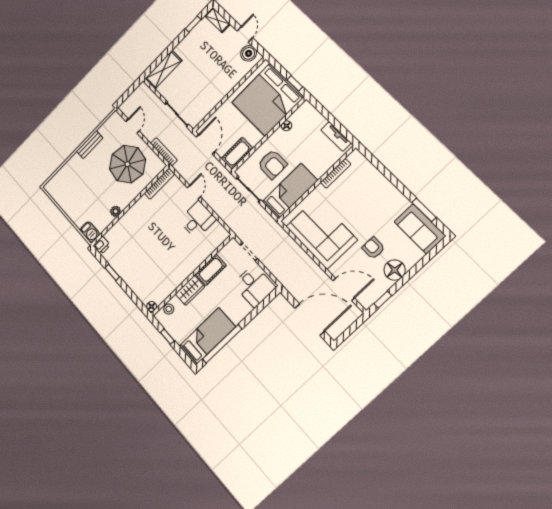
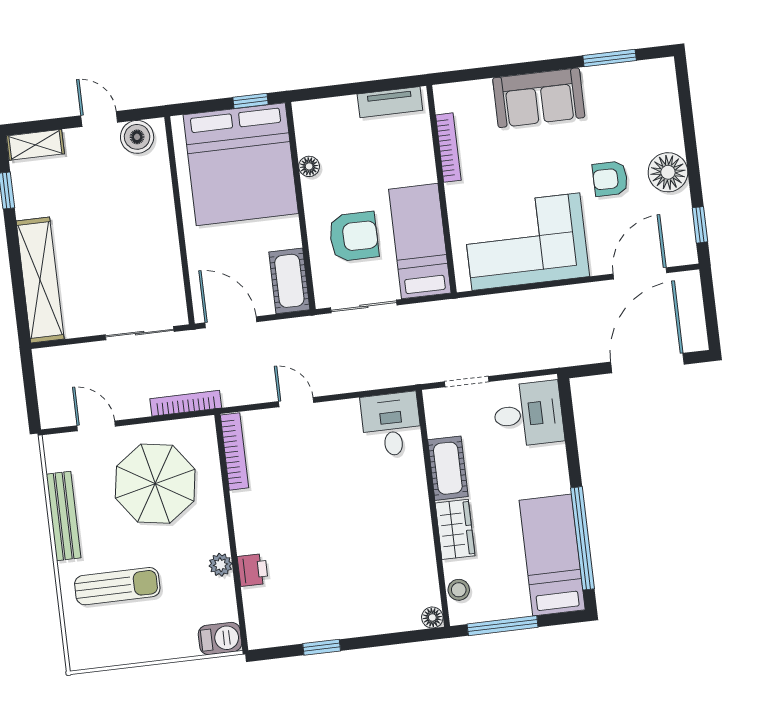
shelving: (163, 70) -> (40, 280), width x1.47
bench: (90, 145) -> (64, 516), width x1.36
sun lounger: (82, 180) -> (117, 586), added
desk: (197, 220) -> (391, 424), moved
sofa: (420, 229) -> (539, 98), moved
printer: (102, 245) -> (253, 570), moved
window: (167, 337) -> (503, 626), width x2.17

